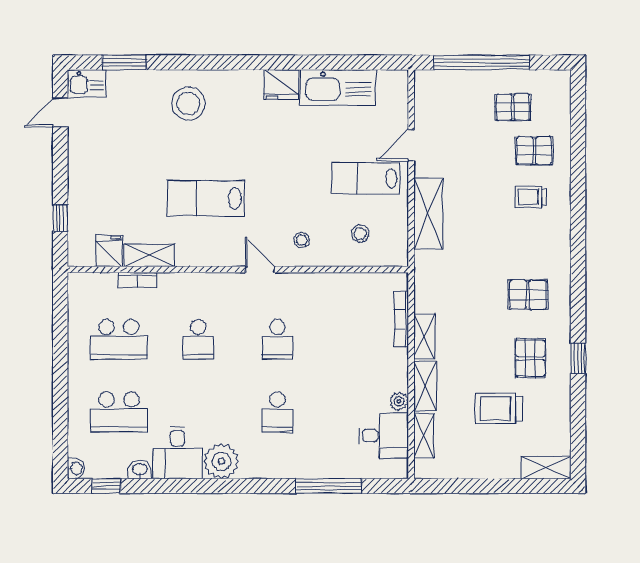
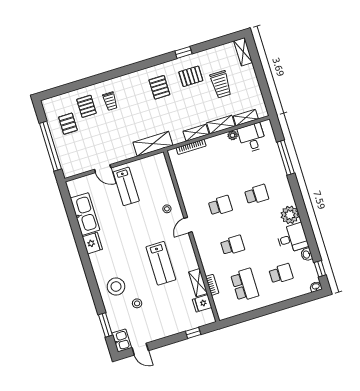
shelving: (428, 214) -> (153, 144), moved
stool: (360, 234) -> (137, 303), moved
school desk: (119, 412) -> (281, 274), width x0.54

